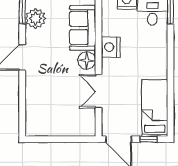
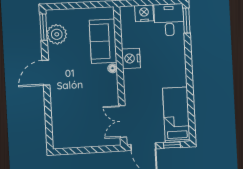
floor lamp: (87, 60) -> (112, 68), width x0.53, depth x0.53
double door: (99, 91) -> (123, 121), moved

